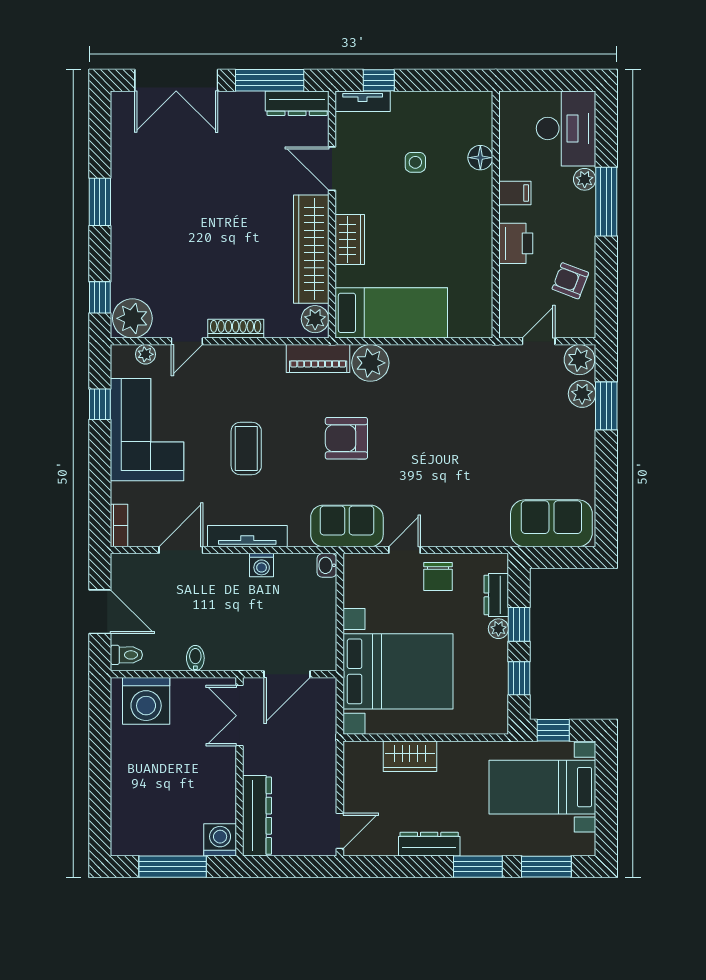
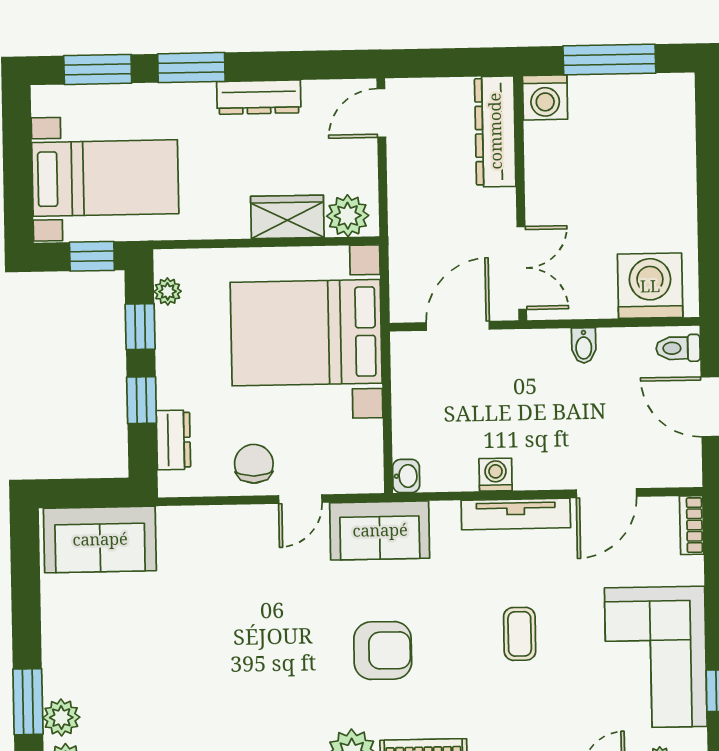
coffee table: (246, 448) -> (520, 634), width x0.73, depth x0.77
plant: (498, 629) -> (168, 291), moved
plant: (366, 756) -> (348, 216), added

